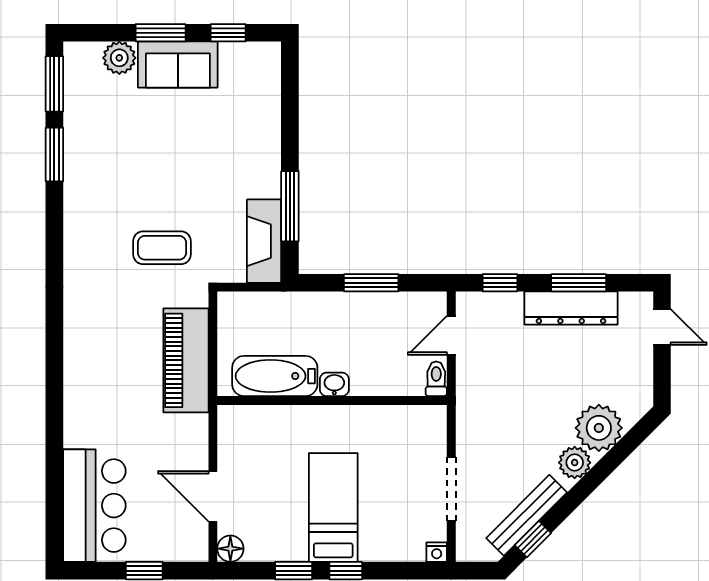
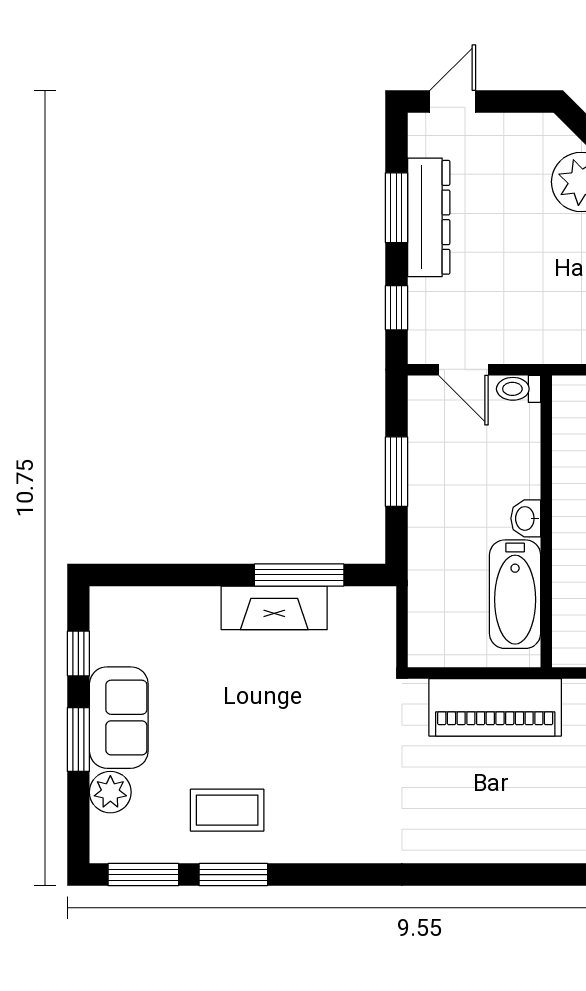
fireplace: (264, 241) -> (274, 608), moved
coffee table: (162, 248) -> (227, 810), moved, turned 90

